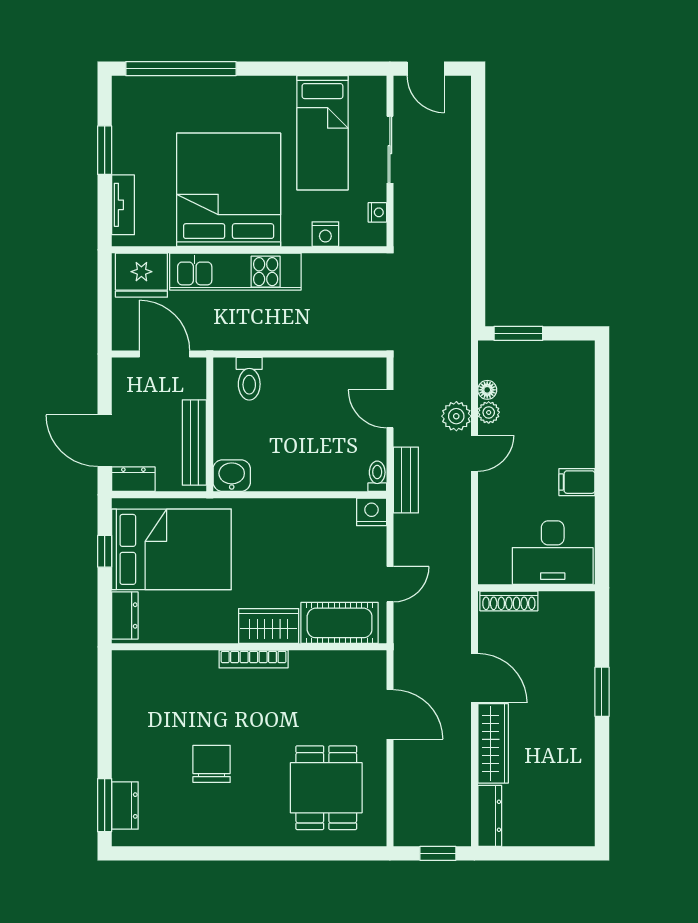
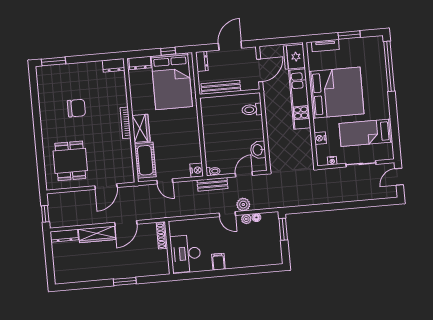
door: (105, 441) -> (230, 46), moved
washbasin: (232, 476) -> (258, 150), moved, turned 180
dining table: (326, 788) -> (70, 161), turned 90
dresser: (125, 805) -> (114, 65), moved

